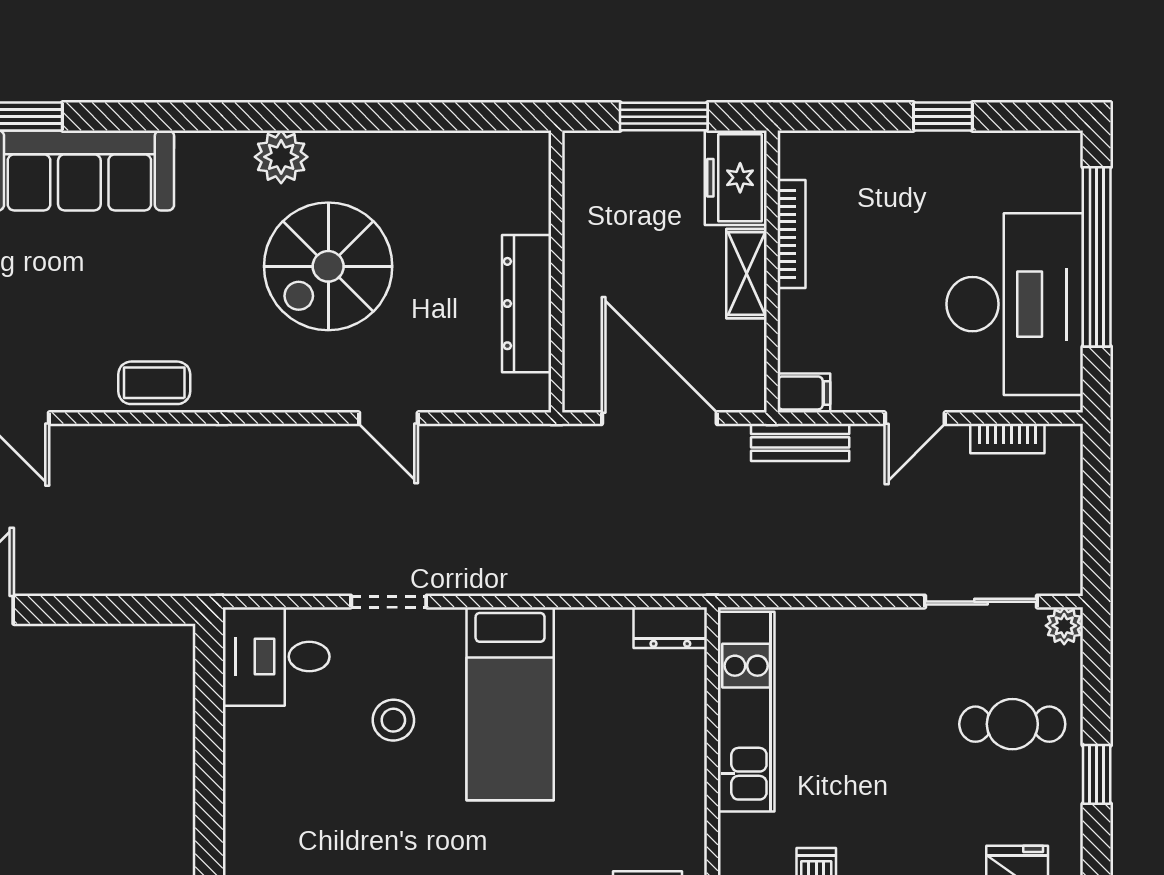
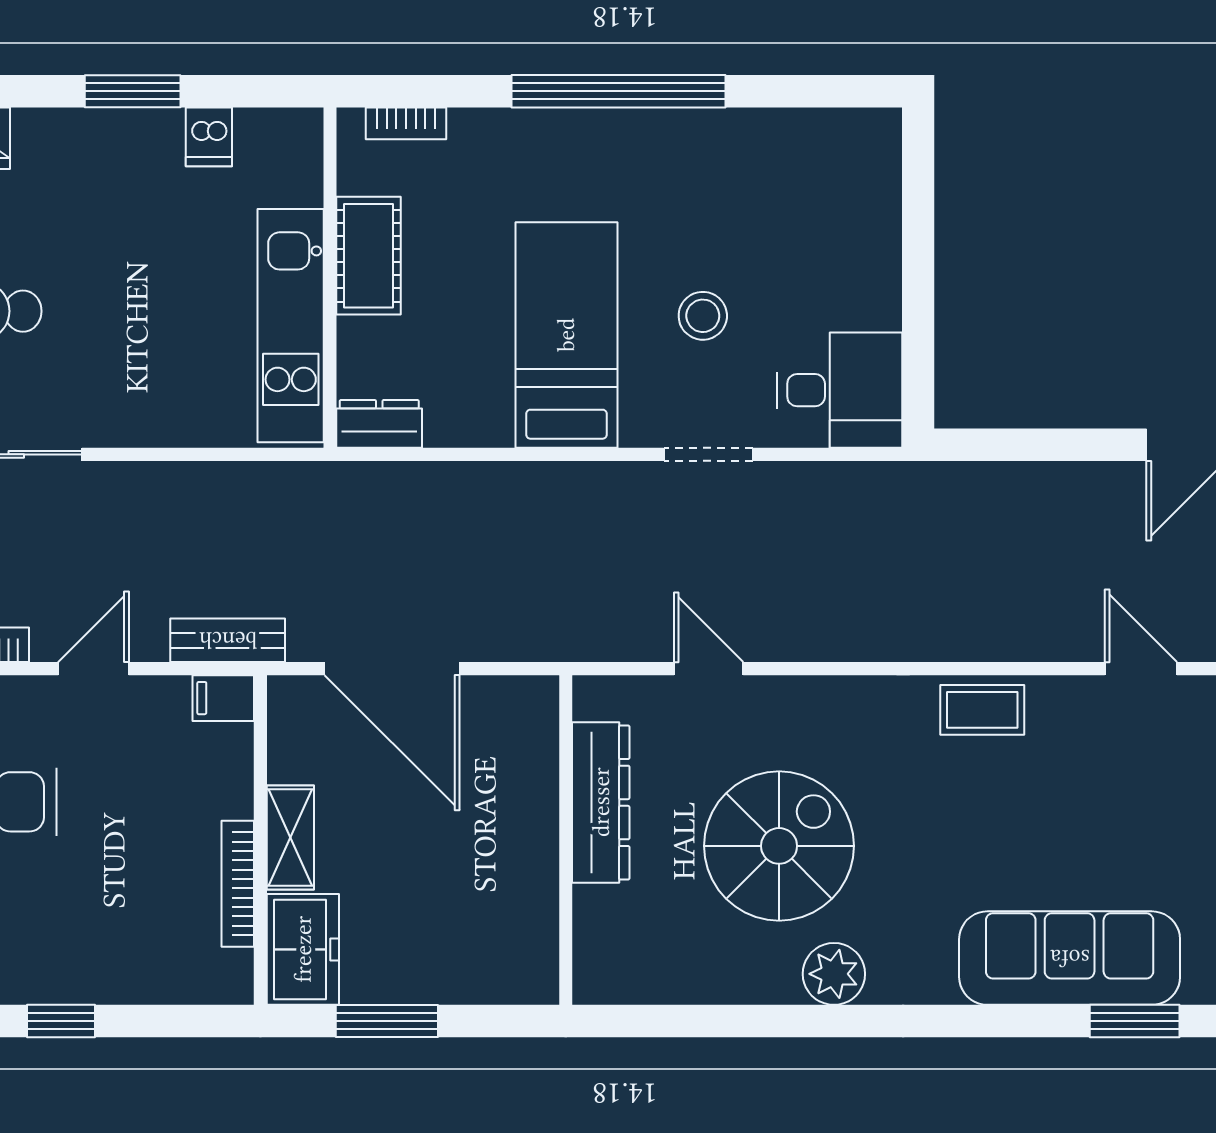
wall: (557, 271) -> (566, 840), moved
dresser: (527, 304) -> (601, 802), moved
cot: (679, 772) -> (369, 256), added

